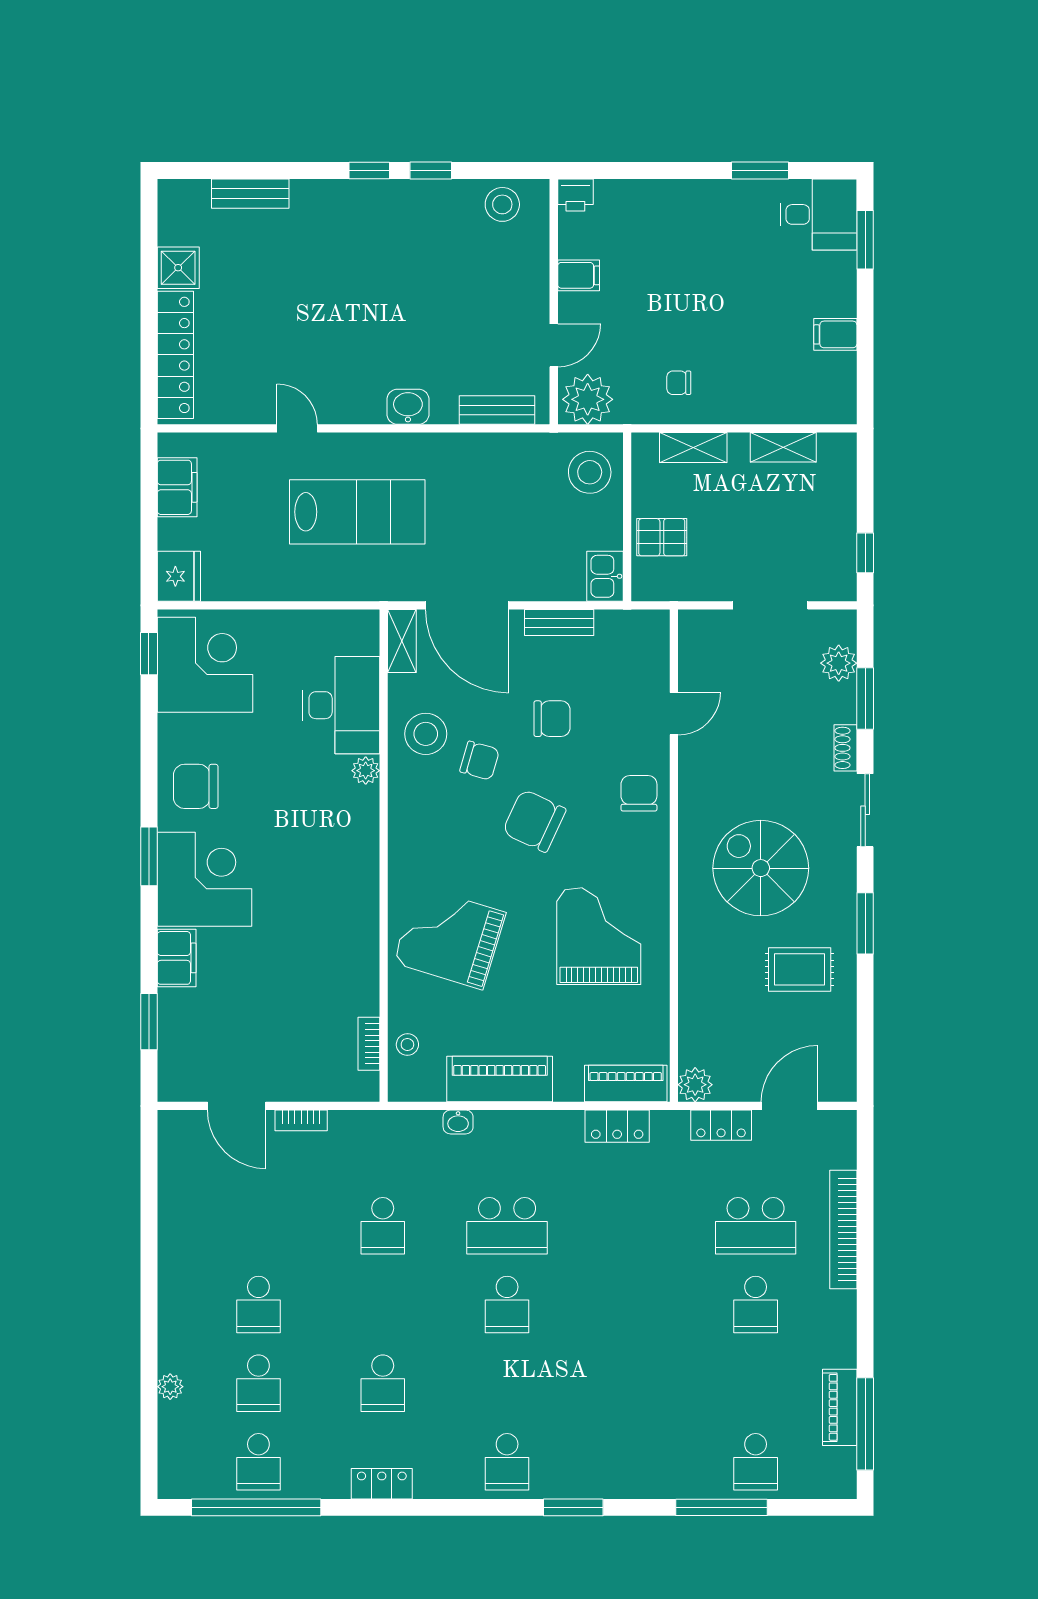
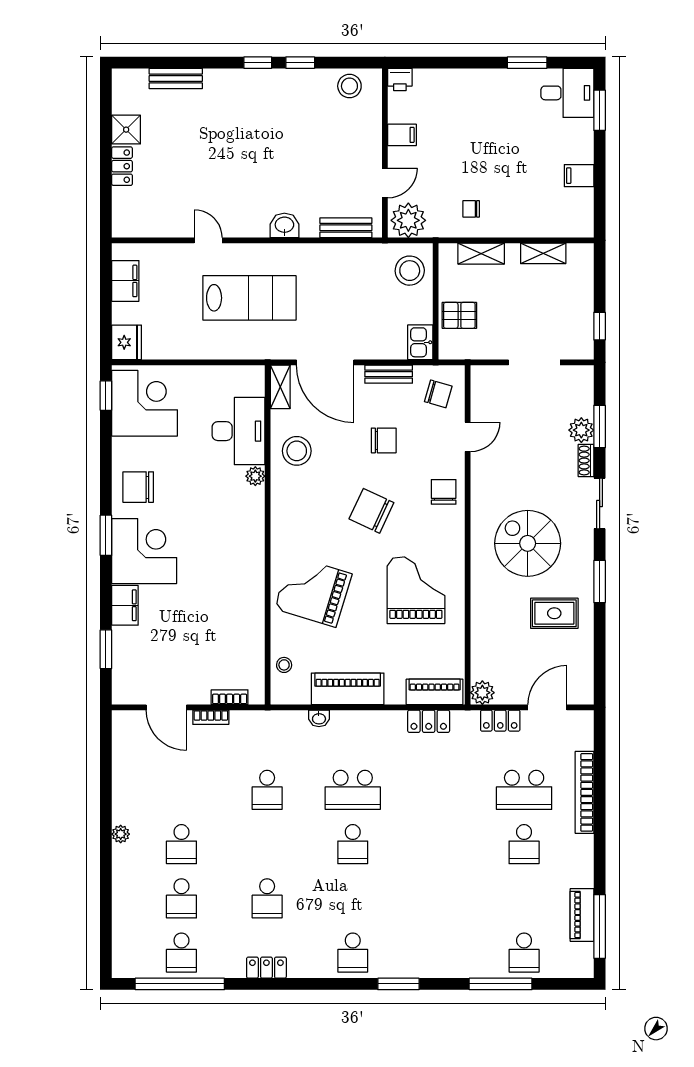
locker: (175, 355) -> (122, 166), width x0.46, depth x0.83
plant: (839, 663) -> (581, 430), moved
chair: (480, 761) -> (438, 394), moved
bookcase: (369, 1044) -> (230, 697), moved, turned 90
plant: (170, 1387) -> (121, 834), moved

